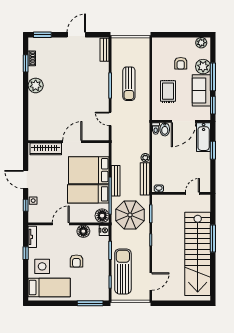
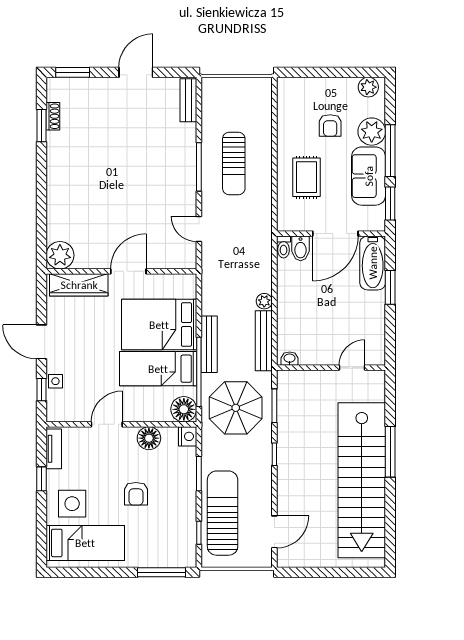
plant: (36, 85) -> (60, 255), moved

